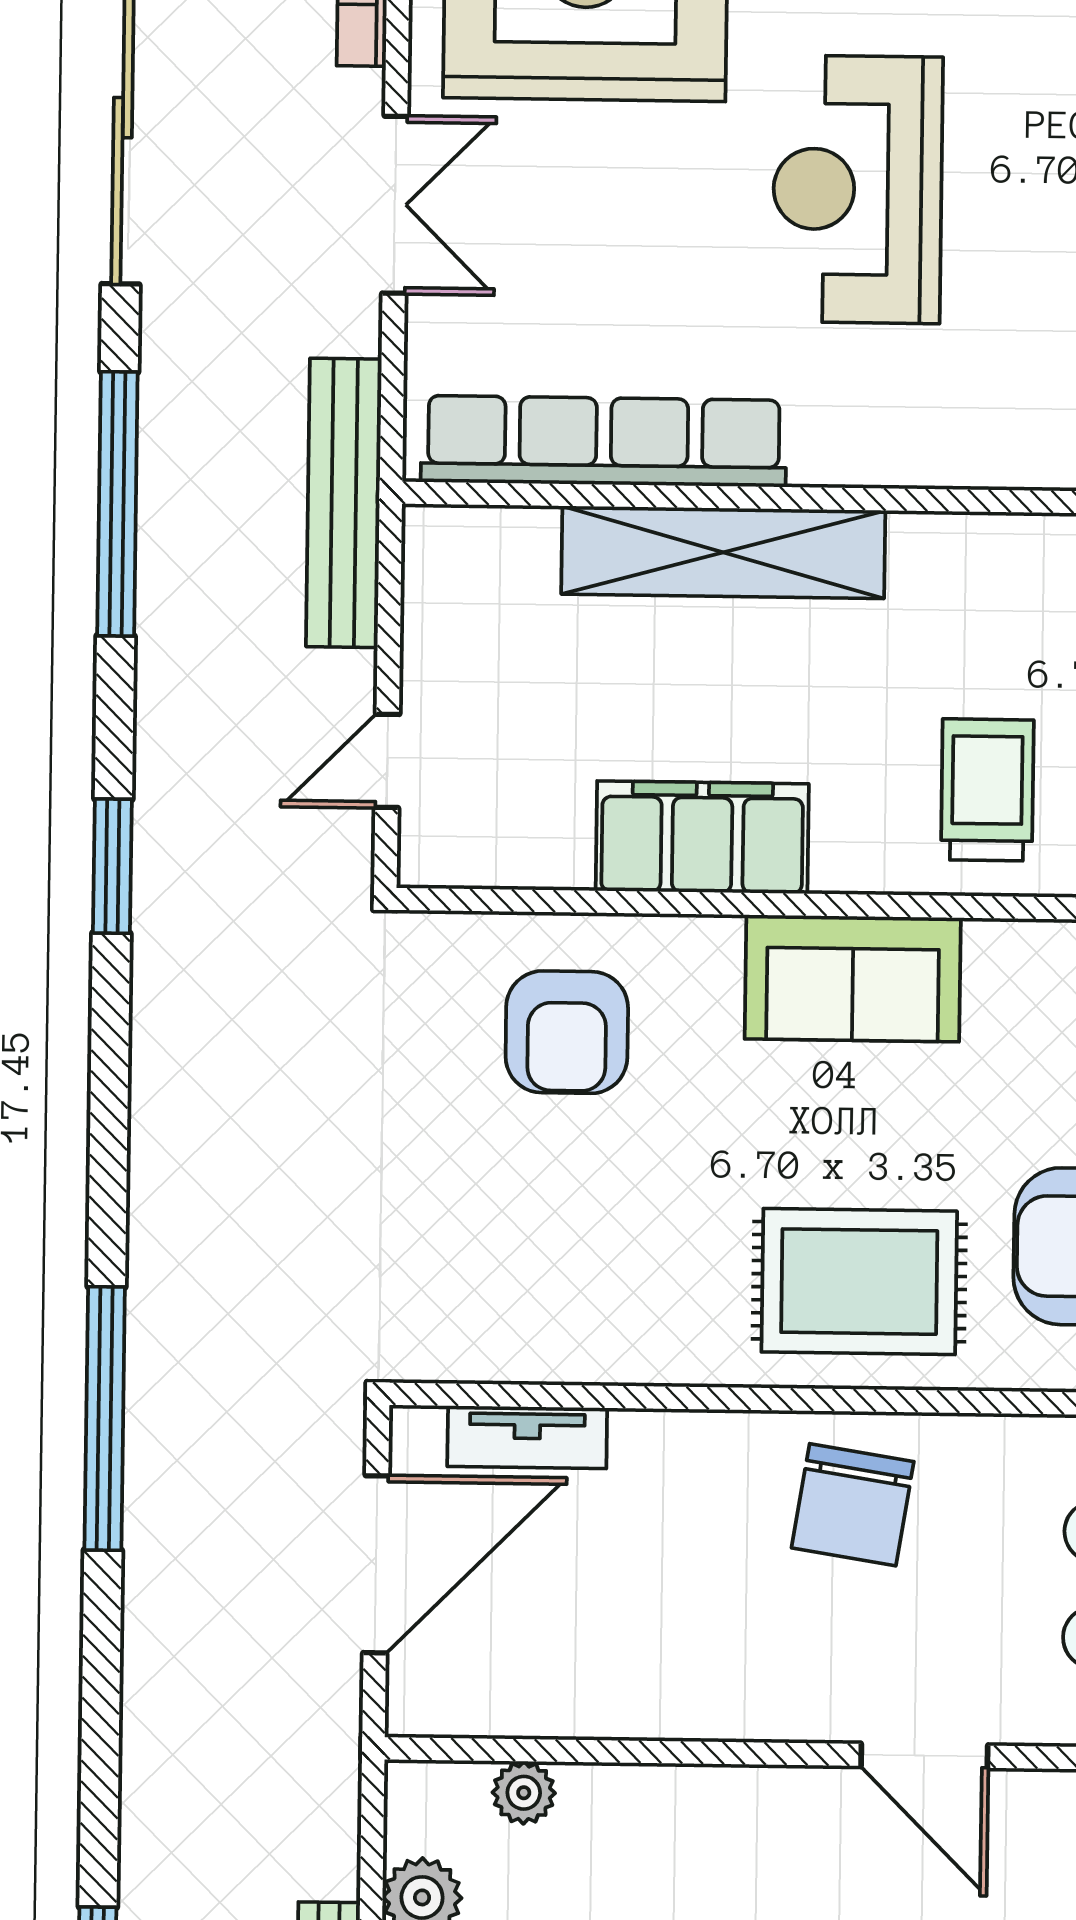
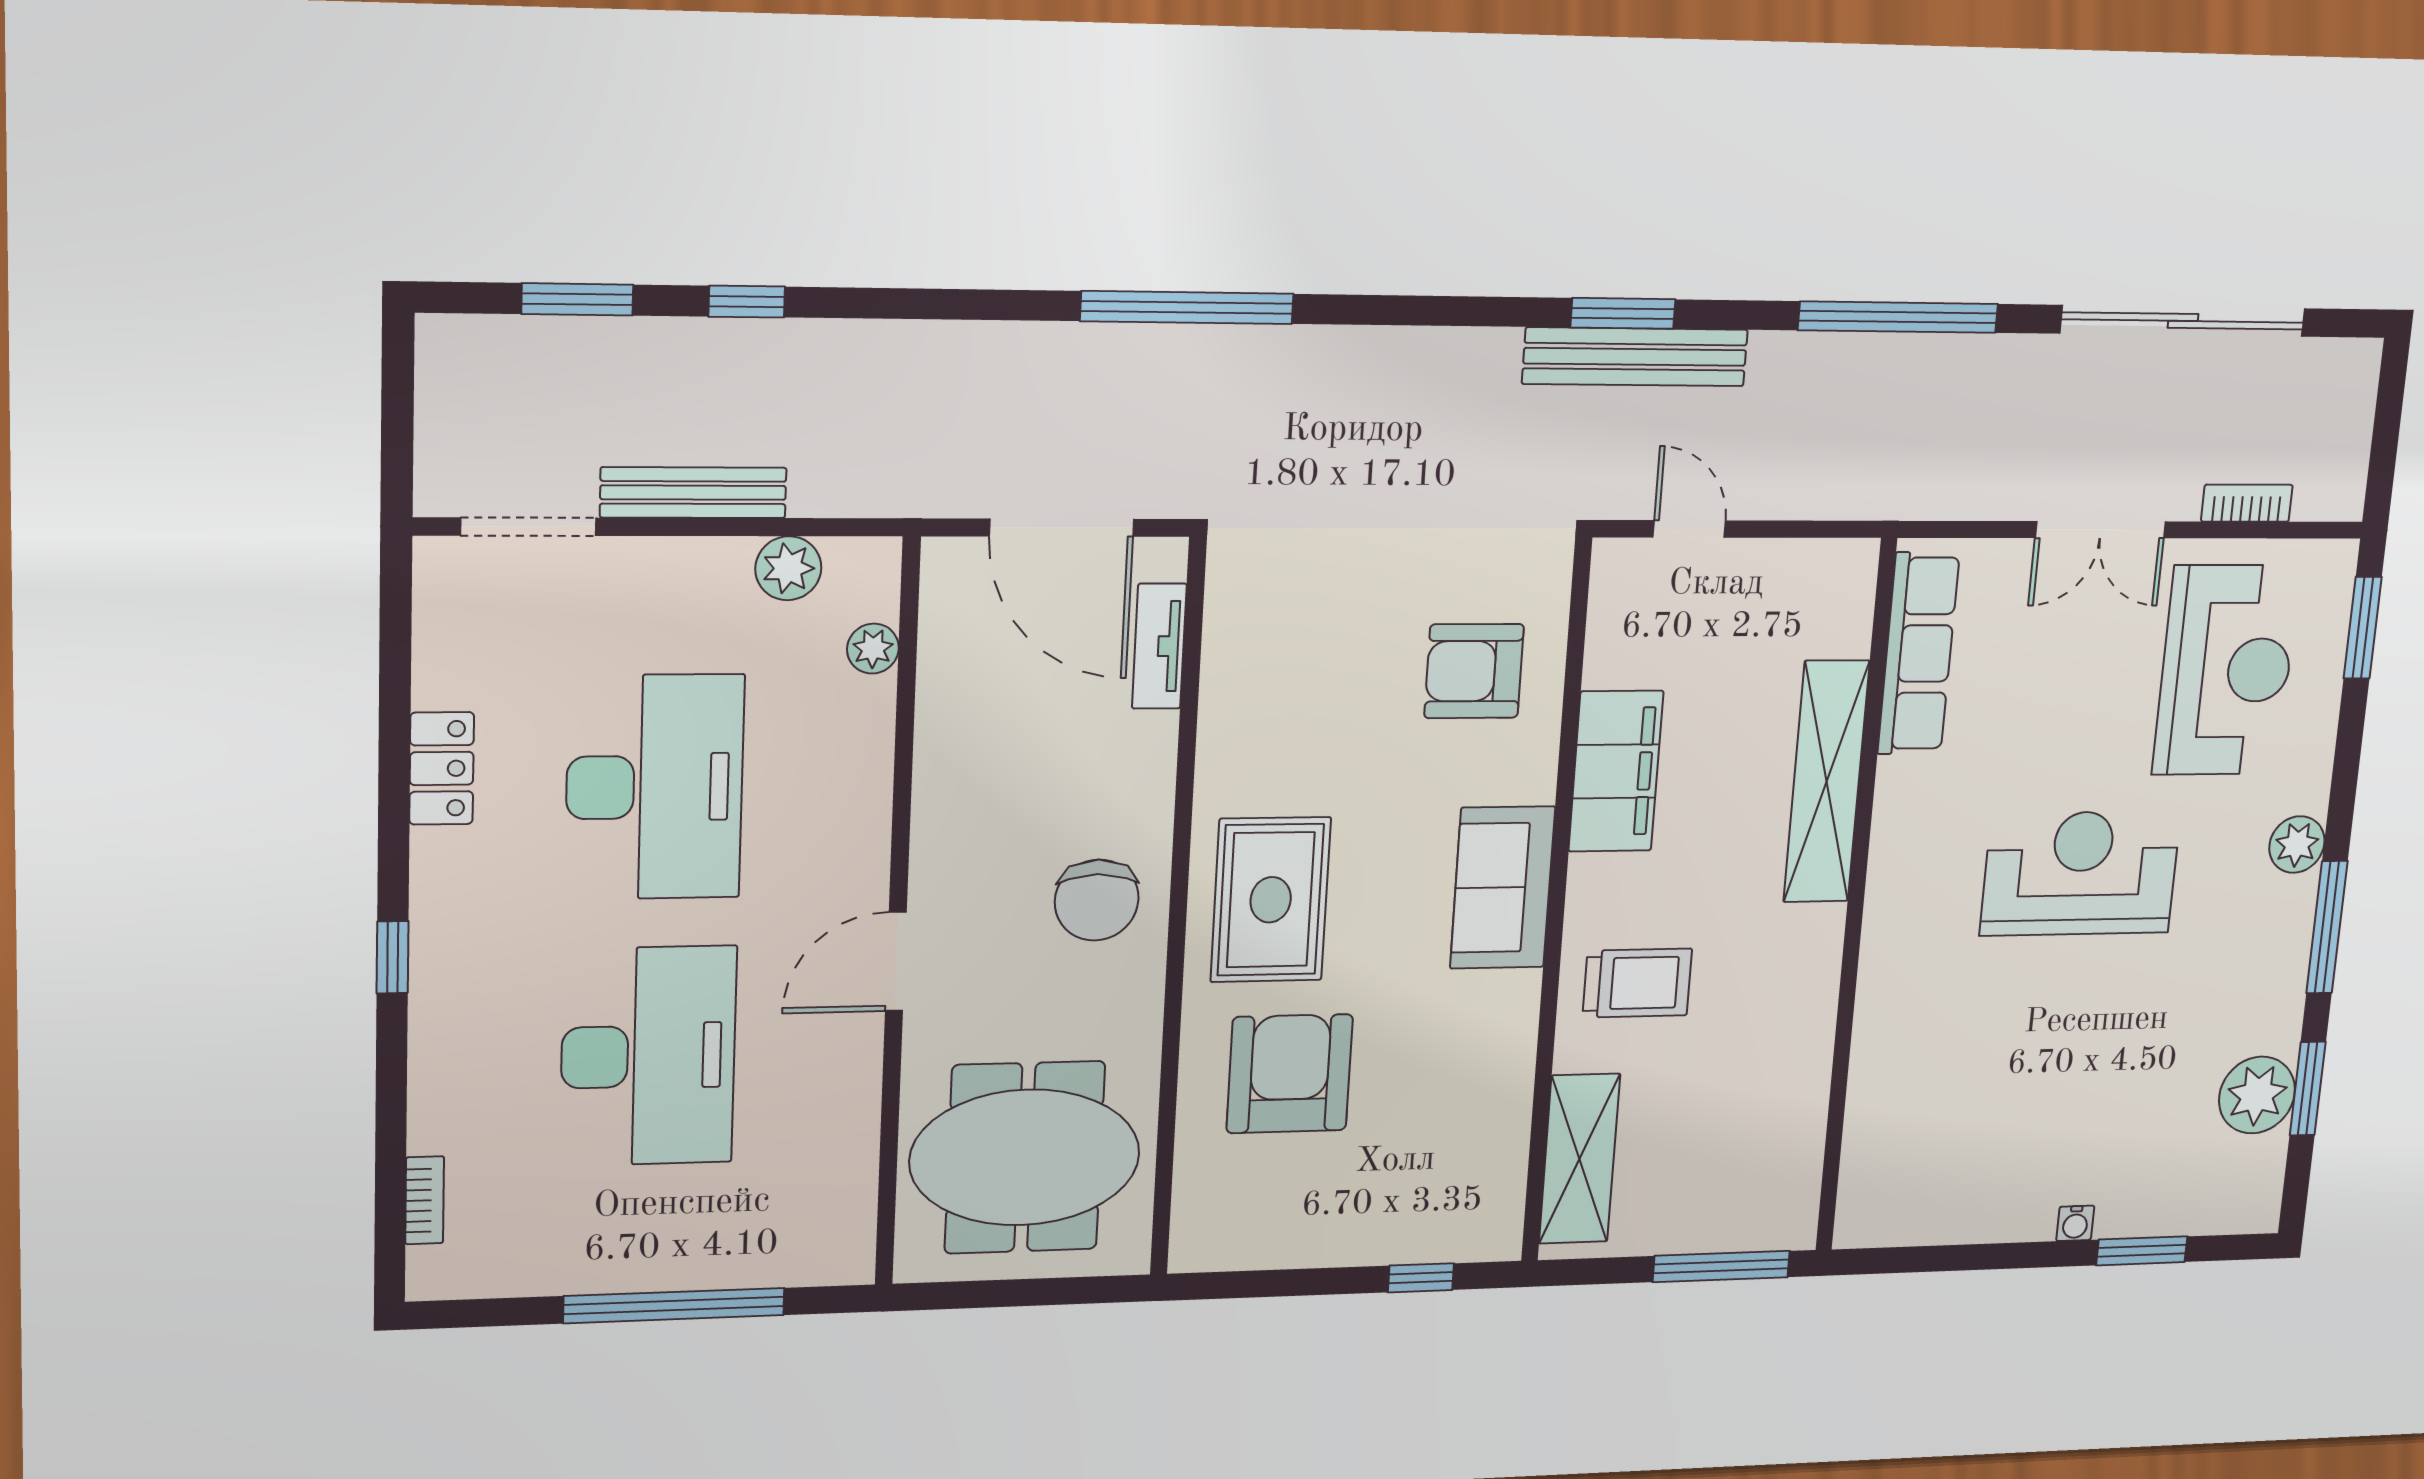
row of seats: (604, 441) -> (1918, 653), width x0.73
bench: (344, 503) -> (1635, 357), moved
chair: (853, 1505) -> (1097, 900), turned -99

